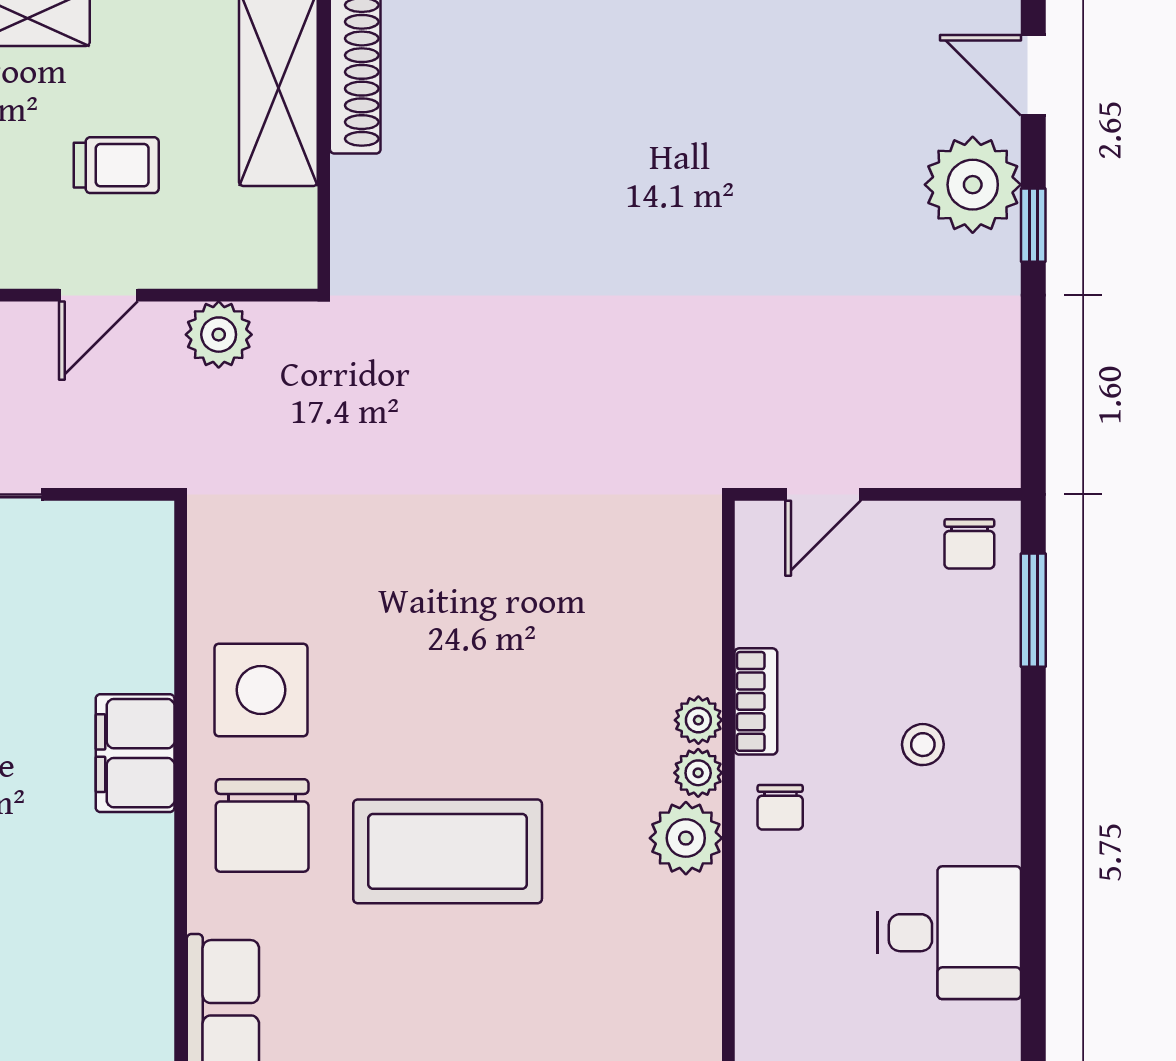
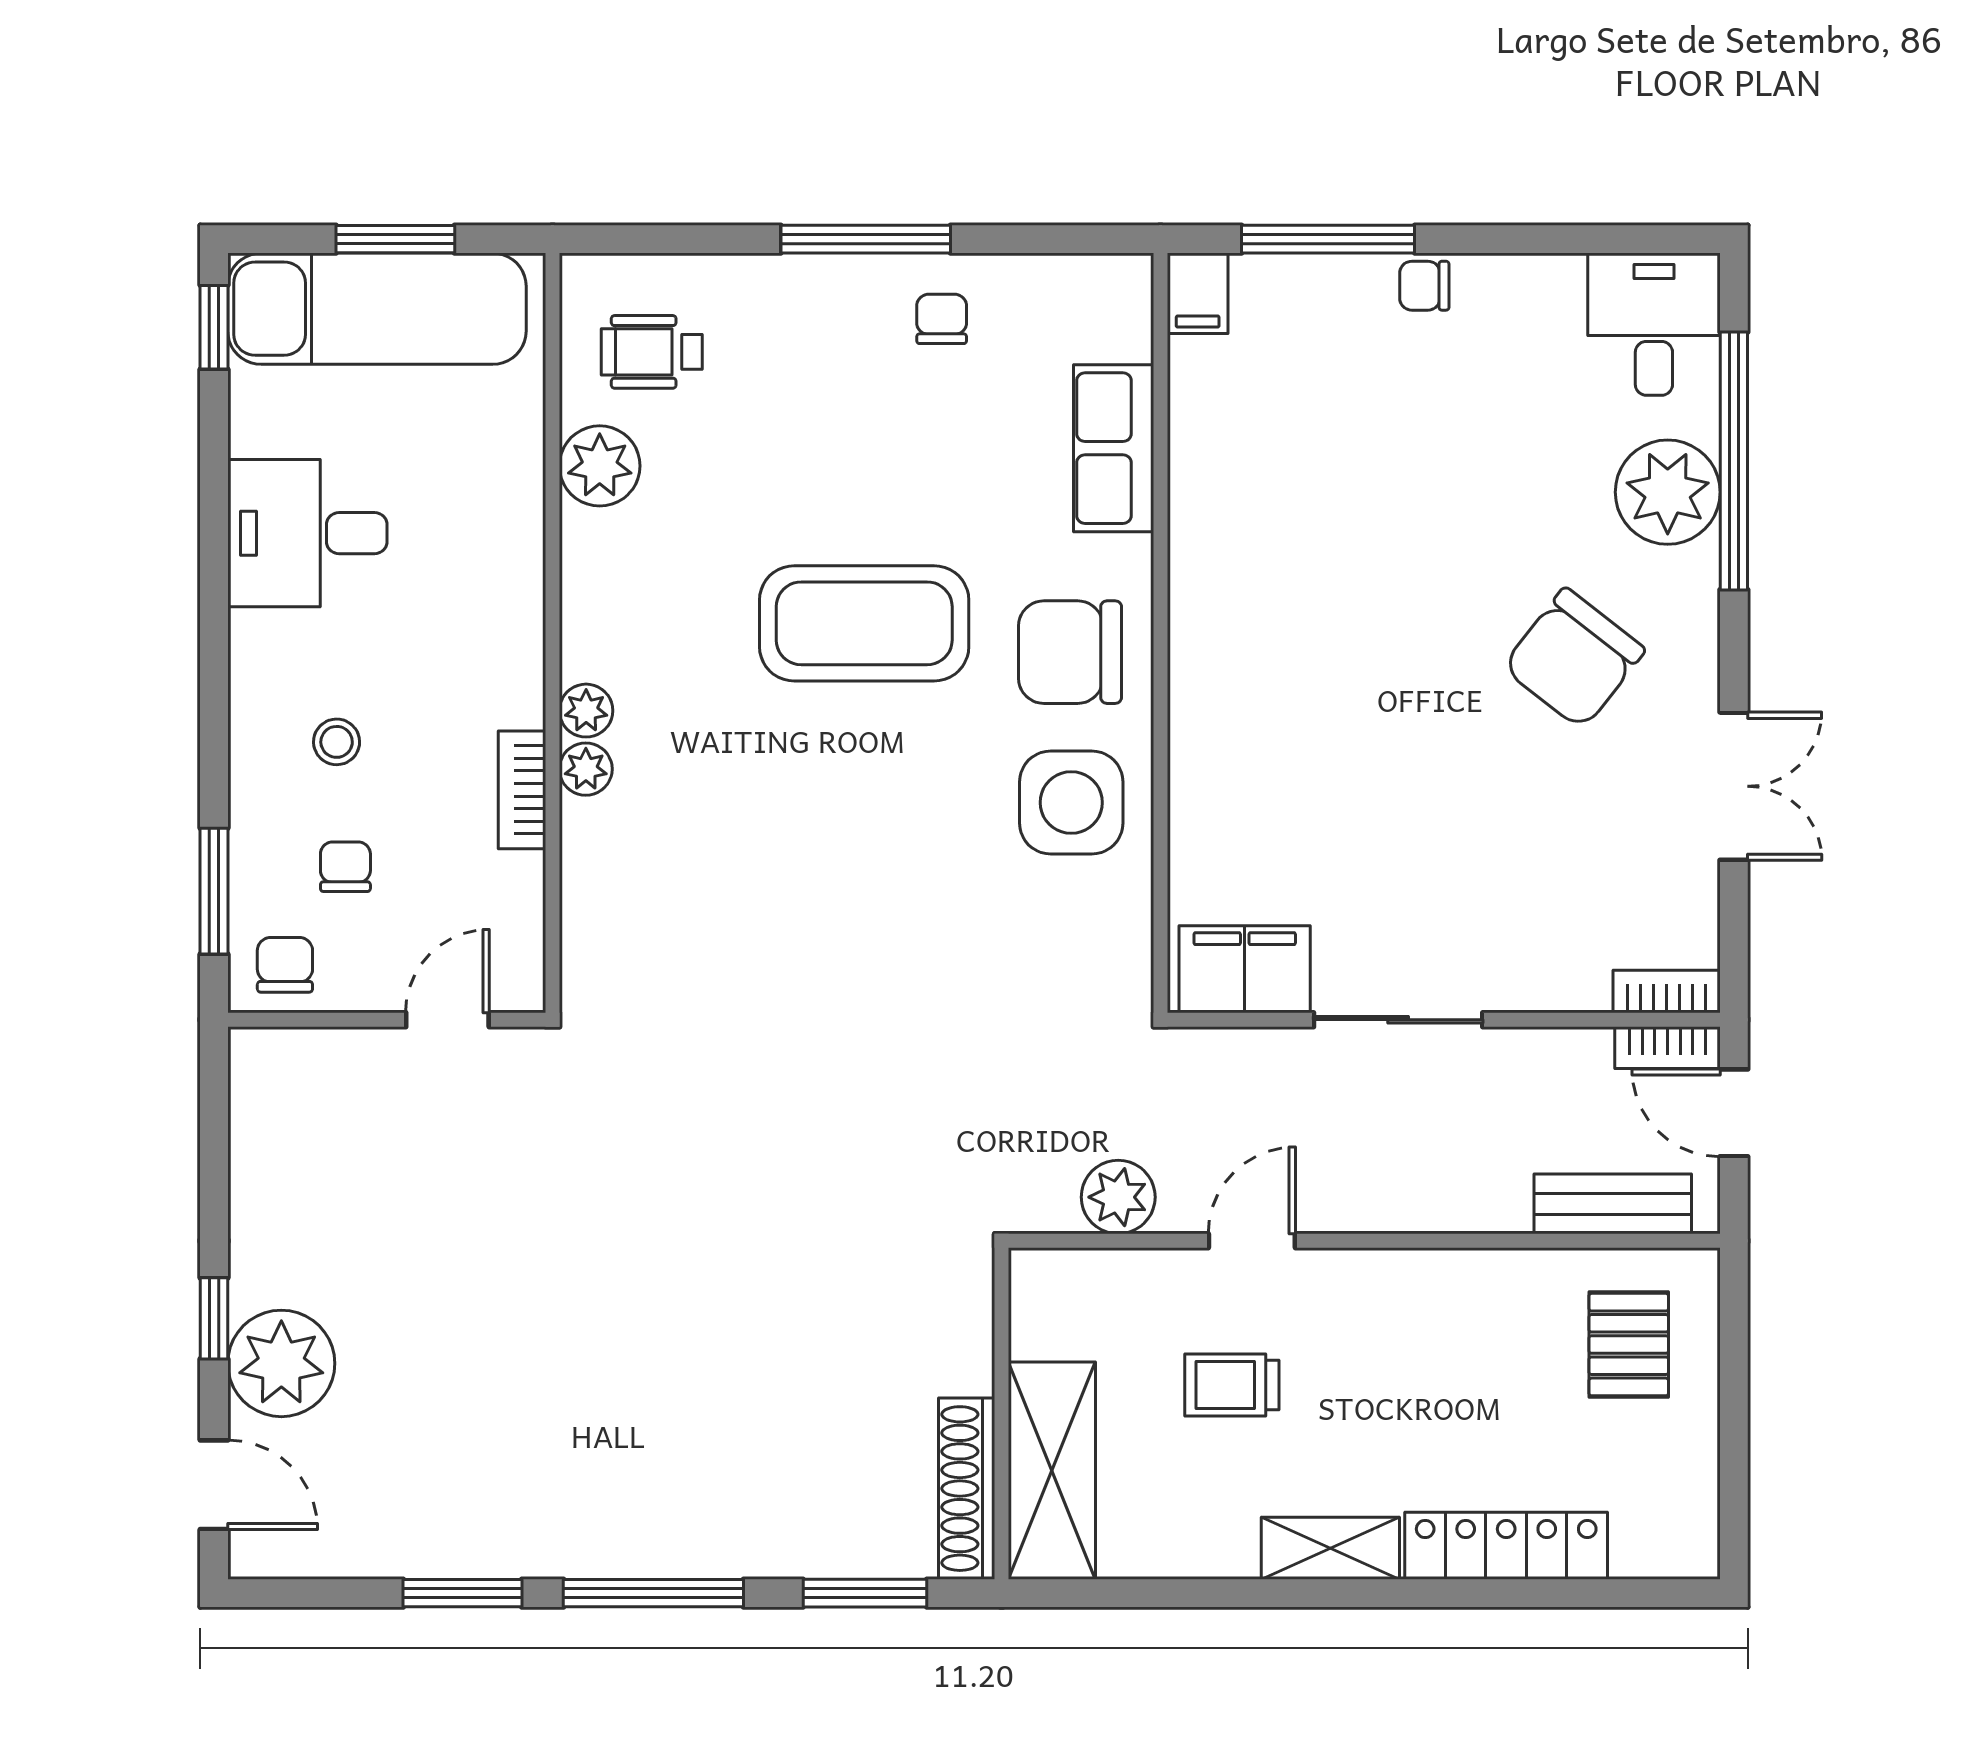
filing cabinet: (135, 753) -> (1245, 969), moved, turned -90
chair: (780, 807) -> (345, 867), moved
chair: (262, 825) -> (1070, 652), turned -90
plant: (686, 838) -> (600, 466), moved

